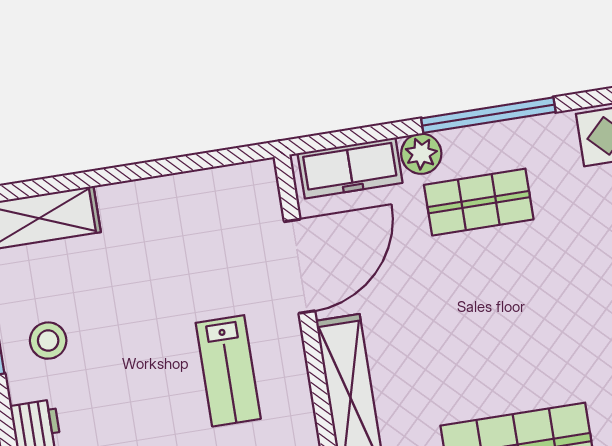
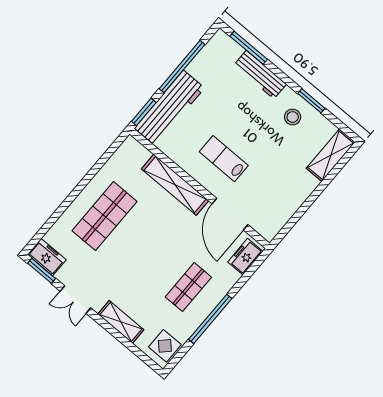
plant: (421, 154) -> (222, 287), removed
freezer: (350, 168) -> (245, 257), width x0.71

